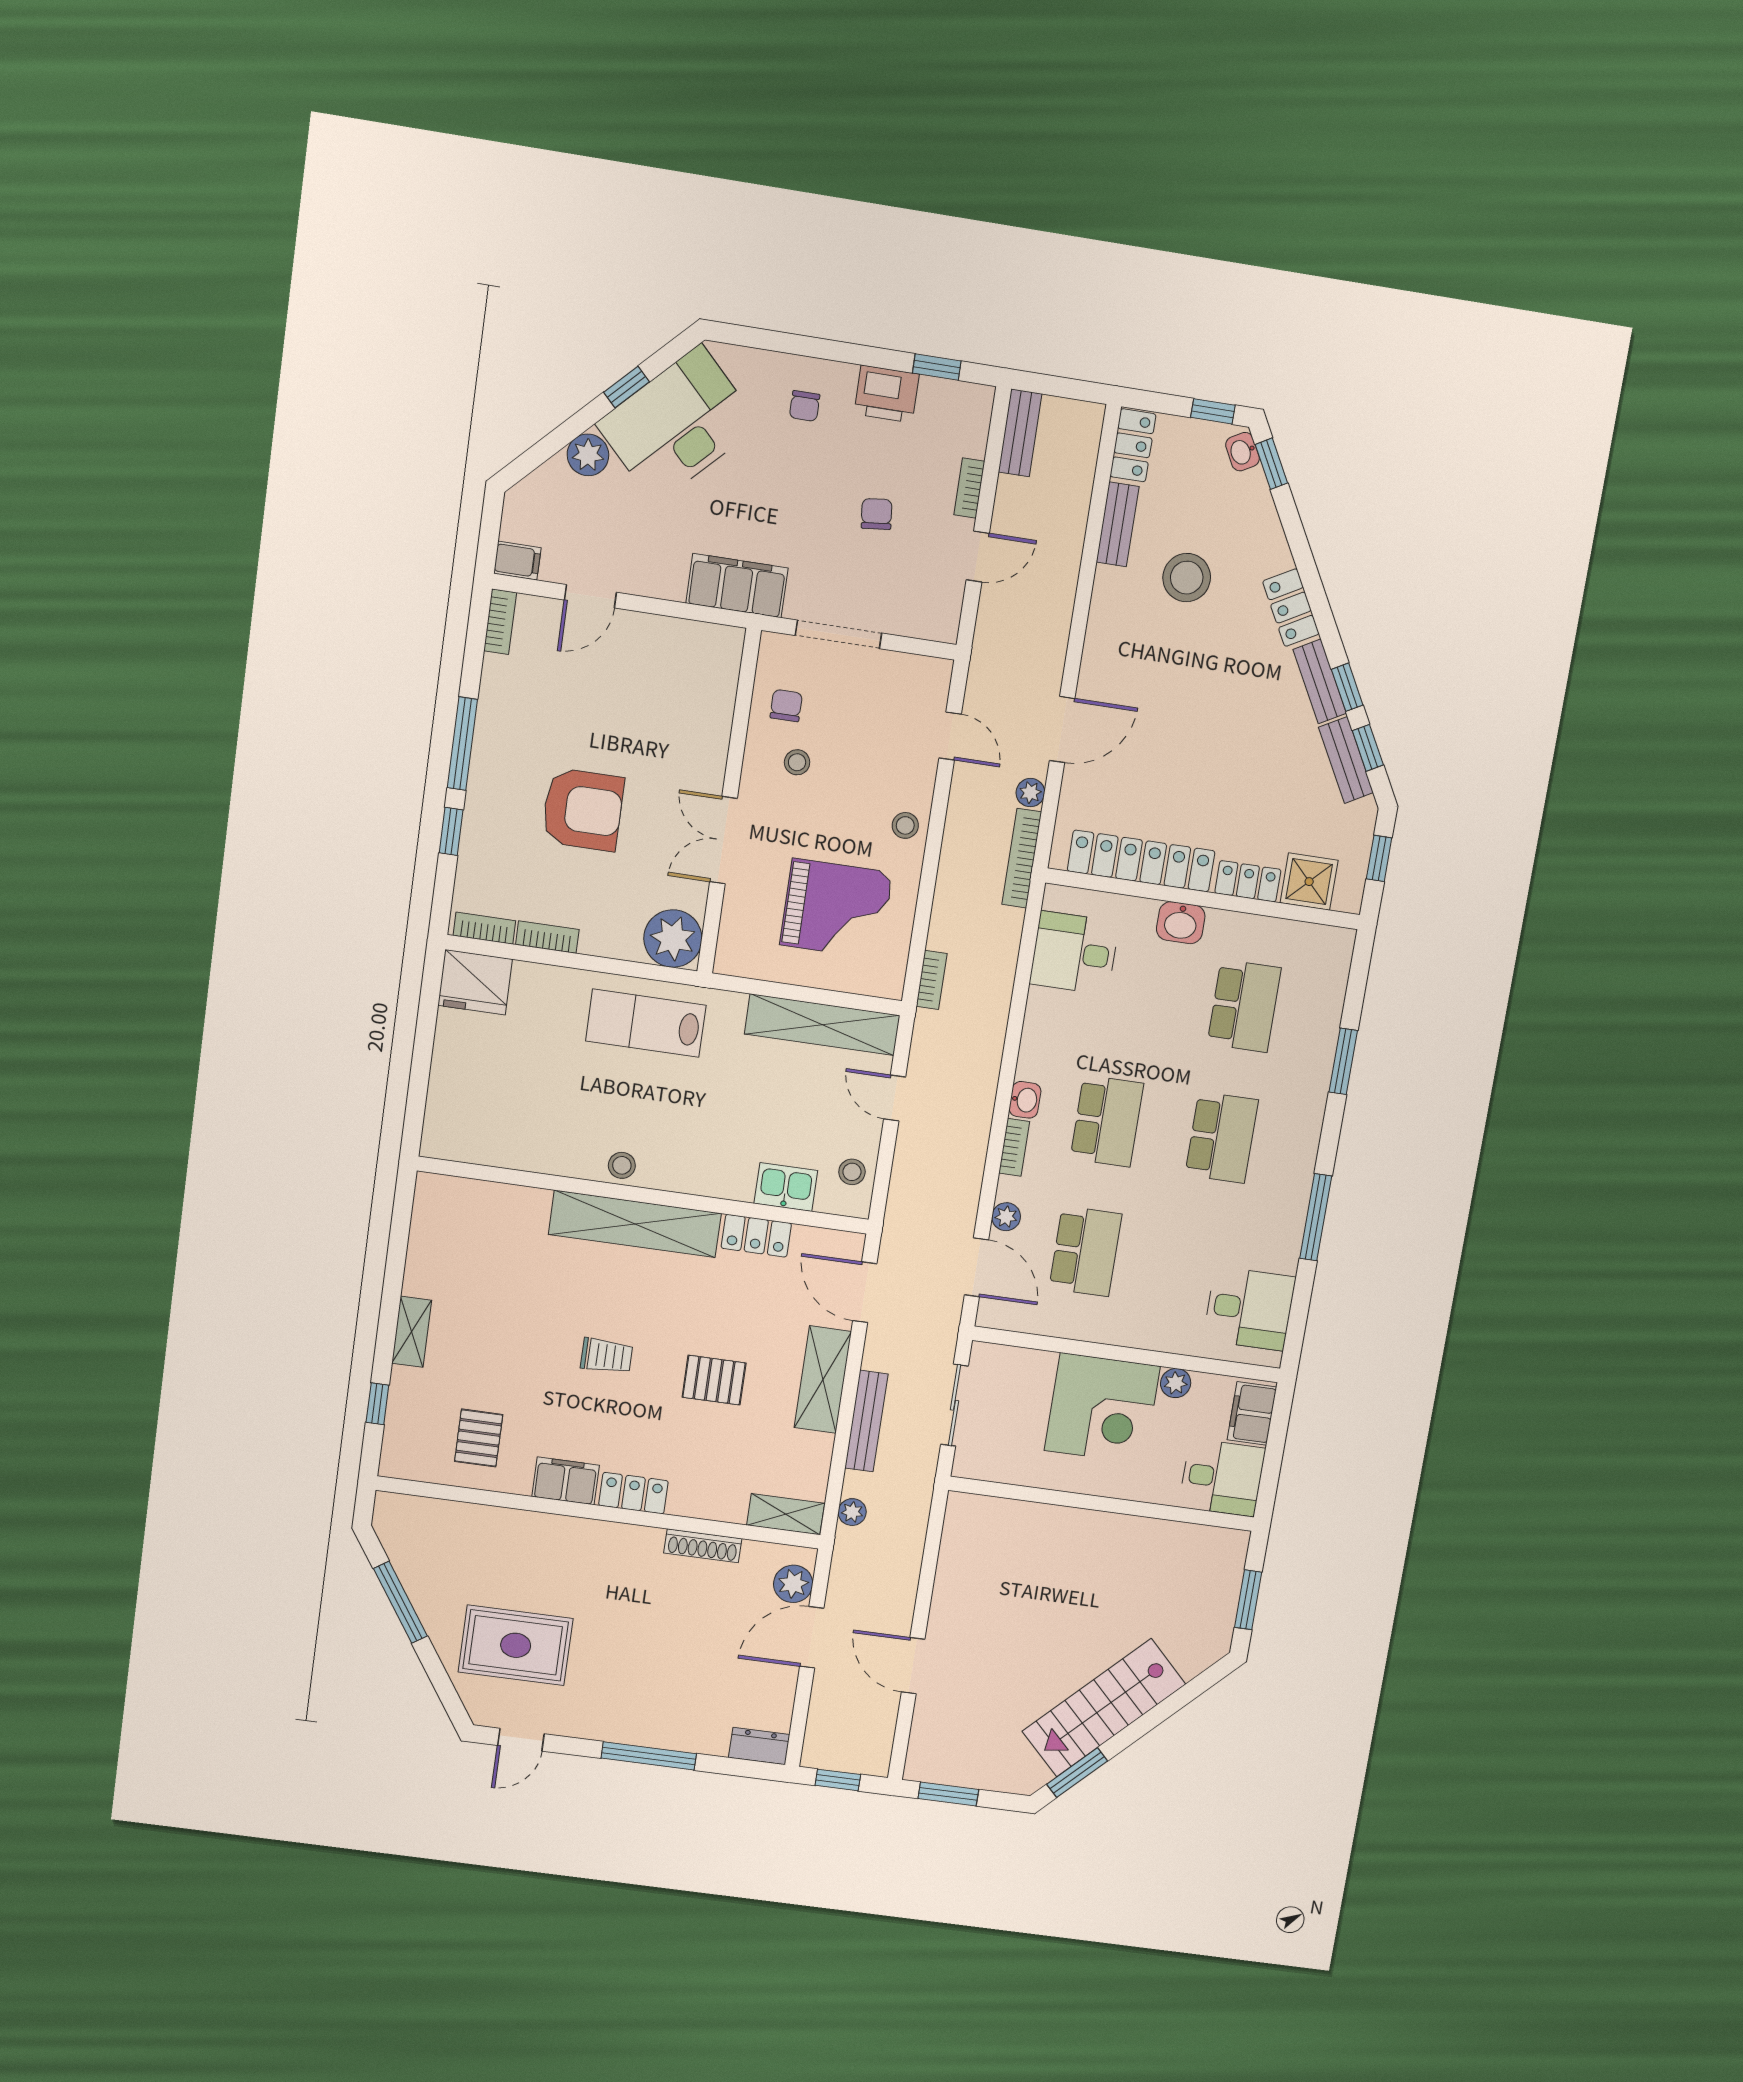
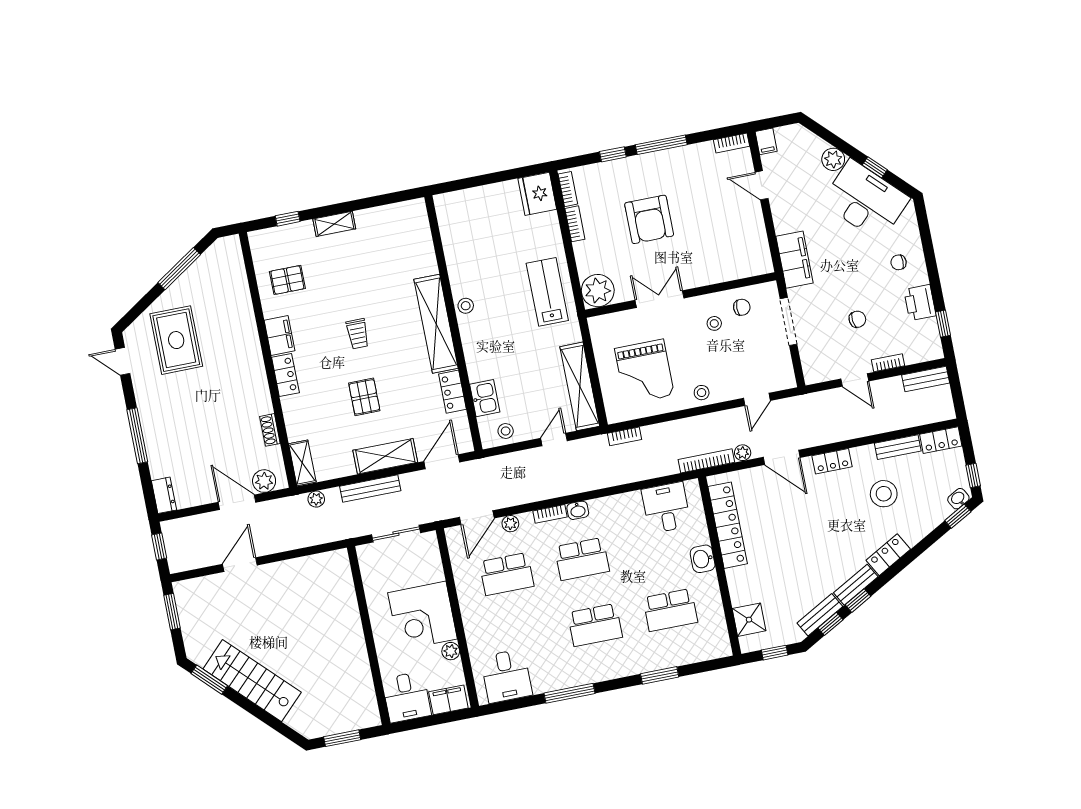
locker: (1248, 881) -> (832, 461), moved, turned 90
shoe rack: (703, 1546) -> (270, 430), width x0.70

